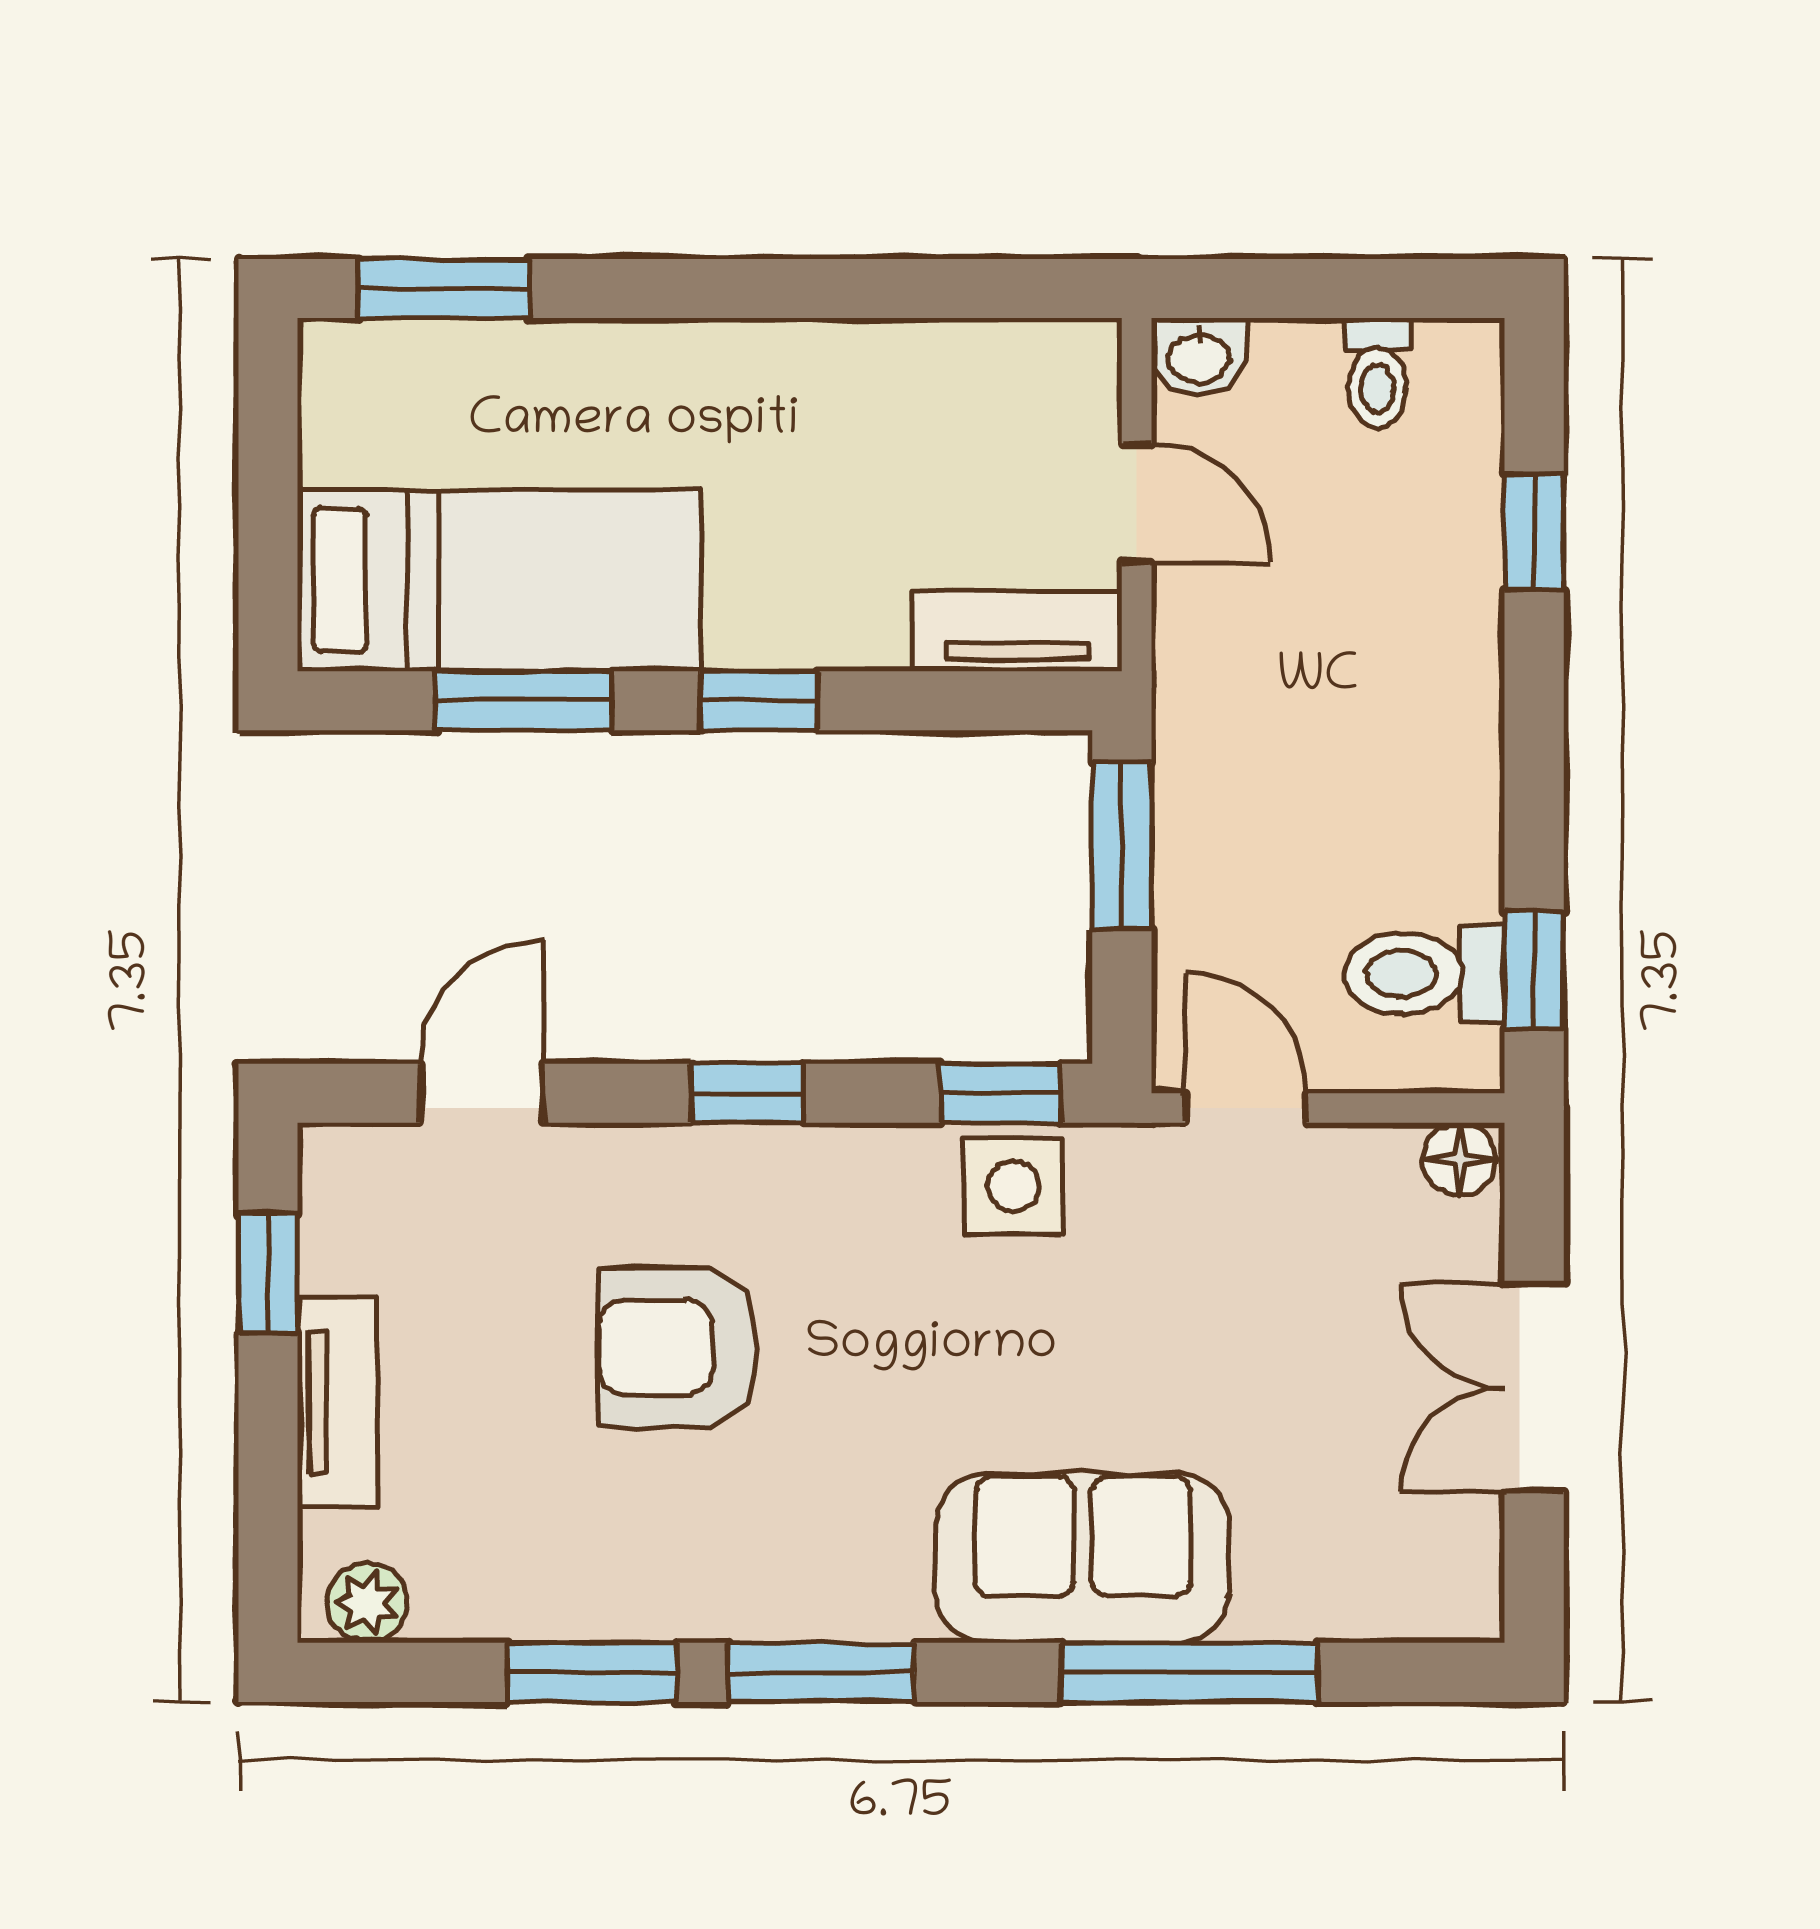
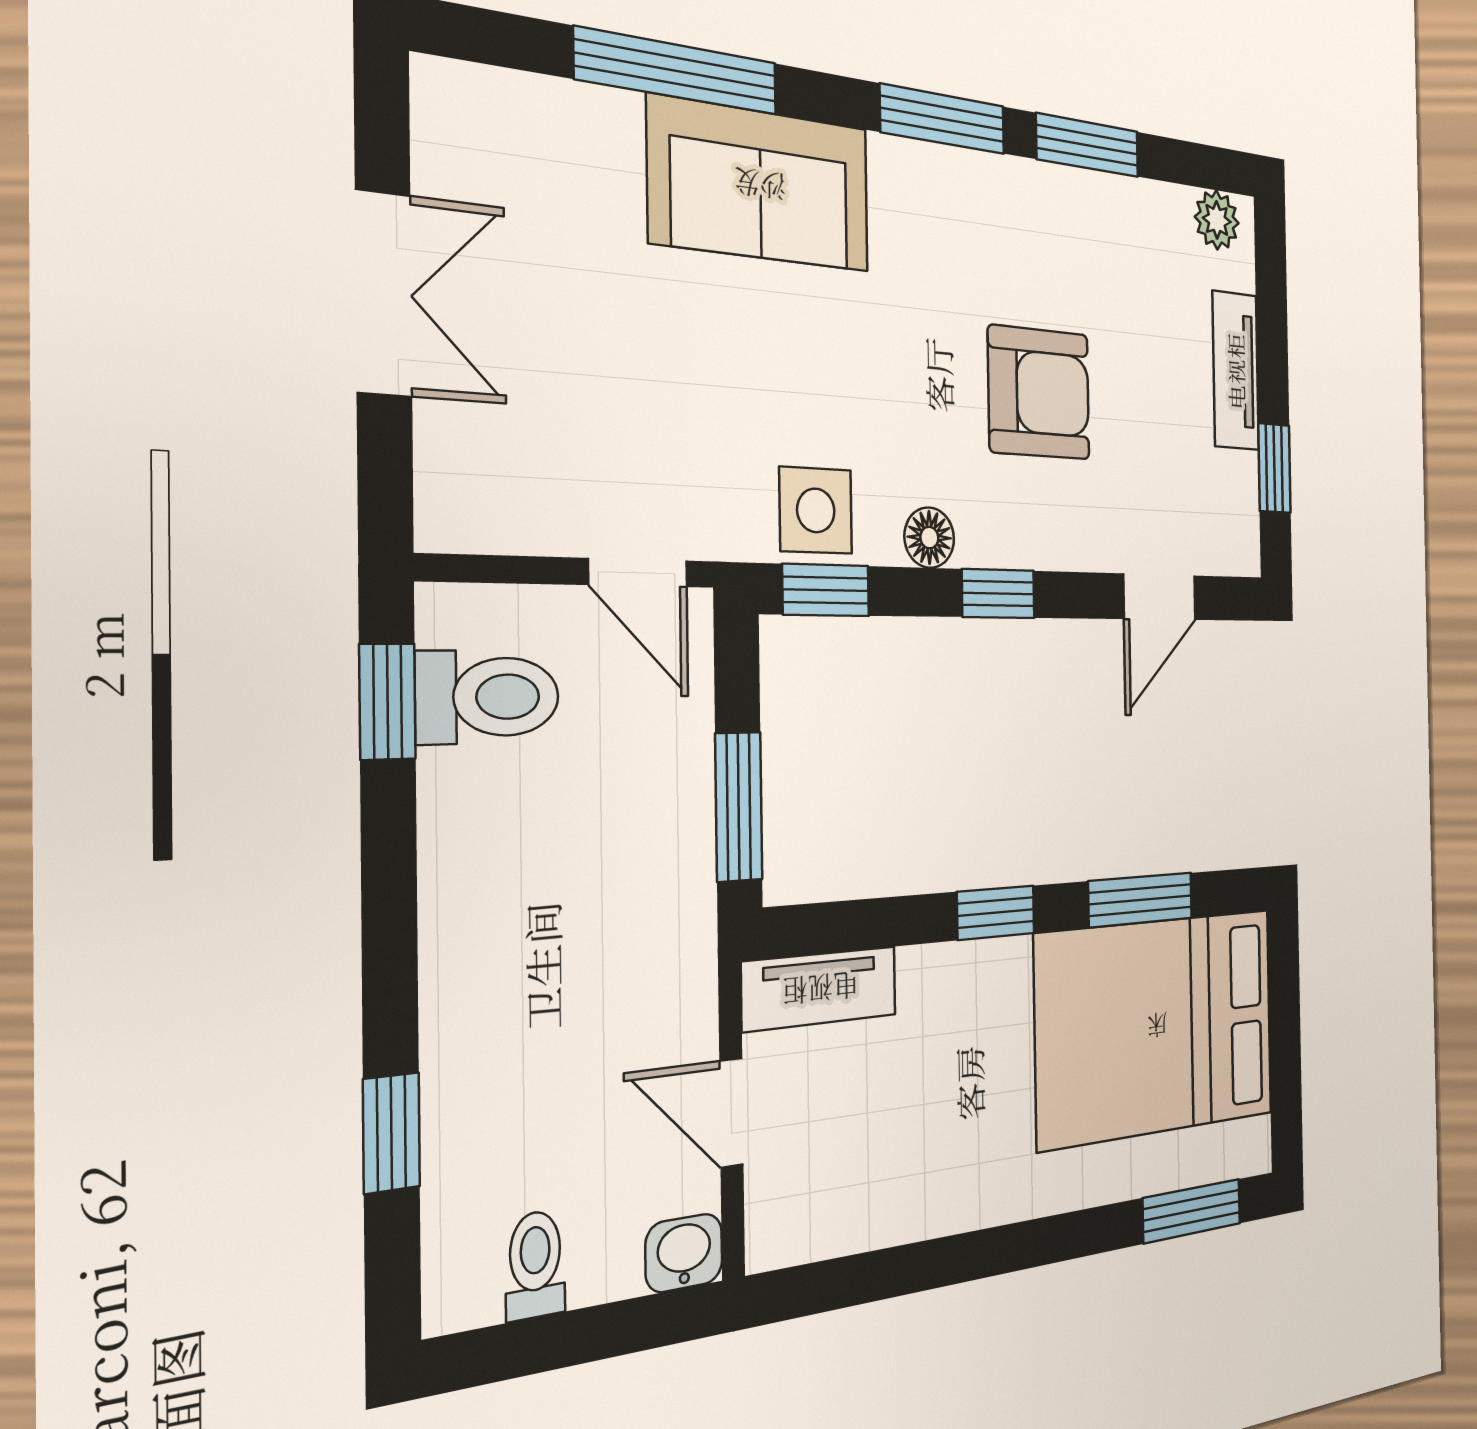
bed: (499, 580) -> (1157, 1026), width x1.50
floor lamp: (1460, 1159) -> (929, 538), moved

